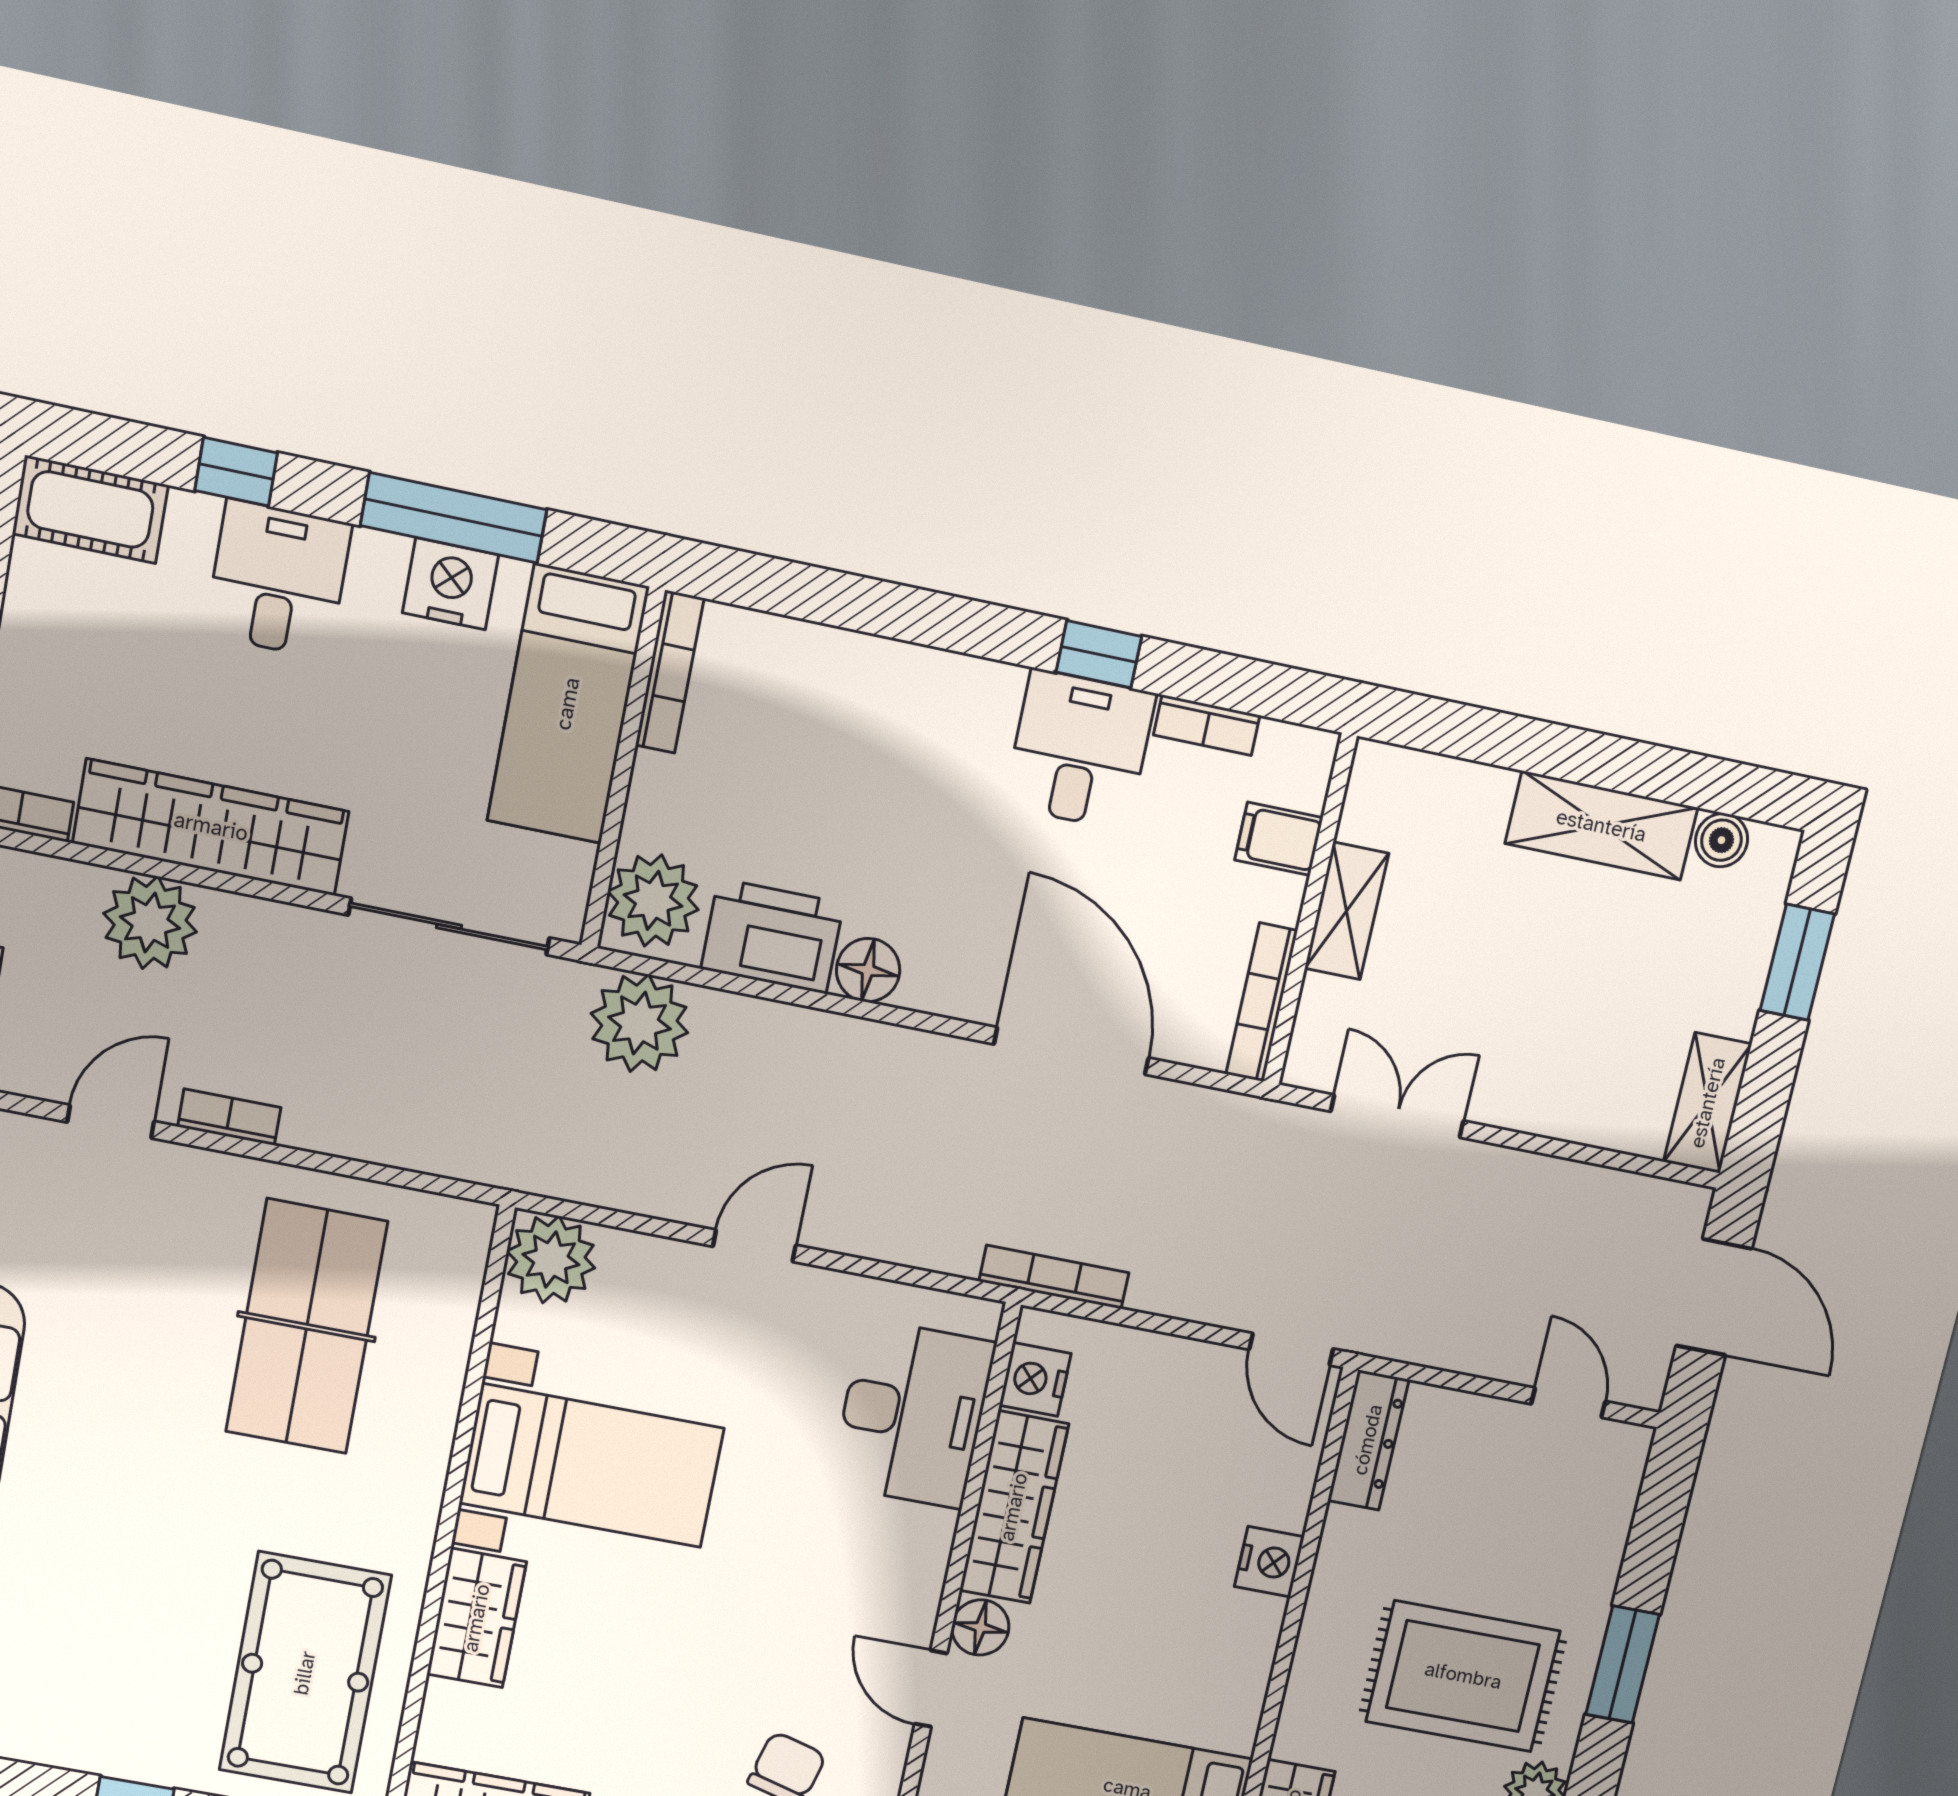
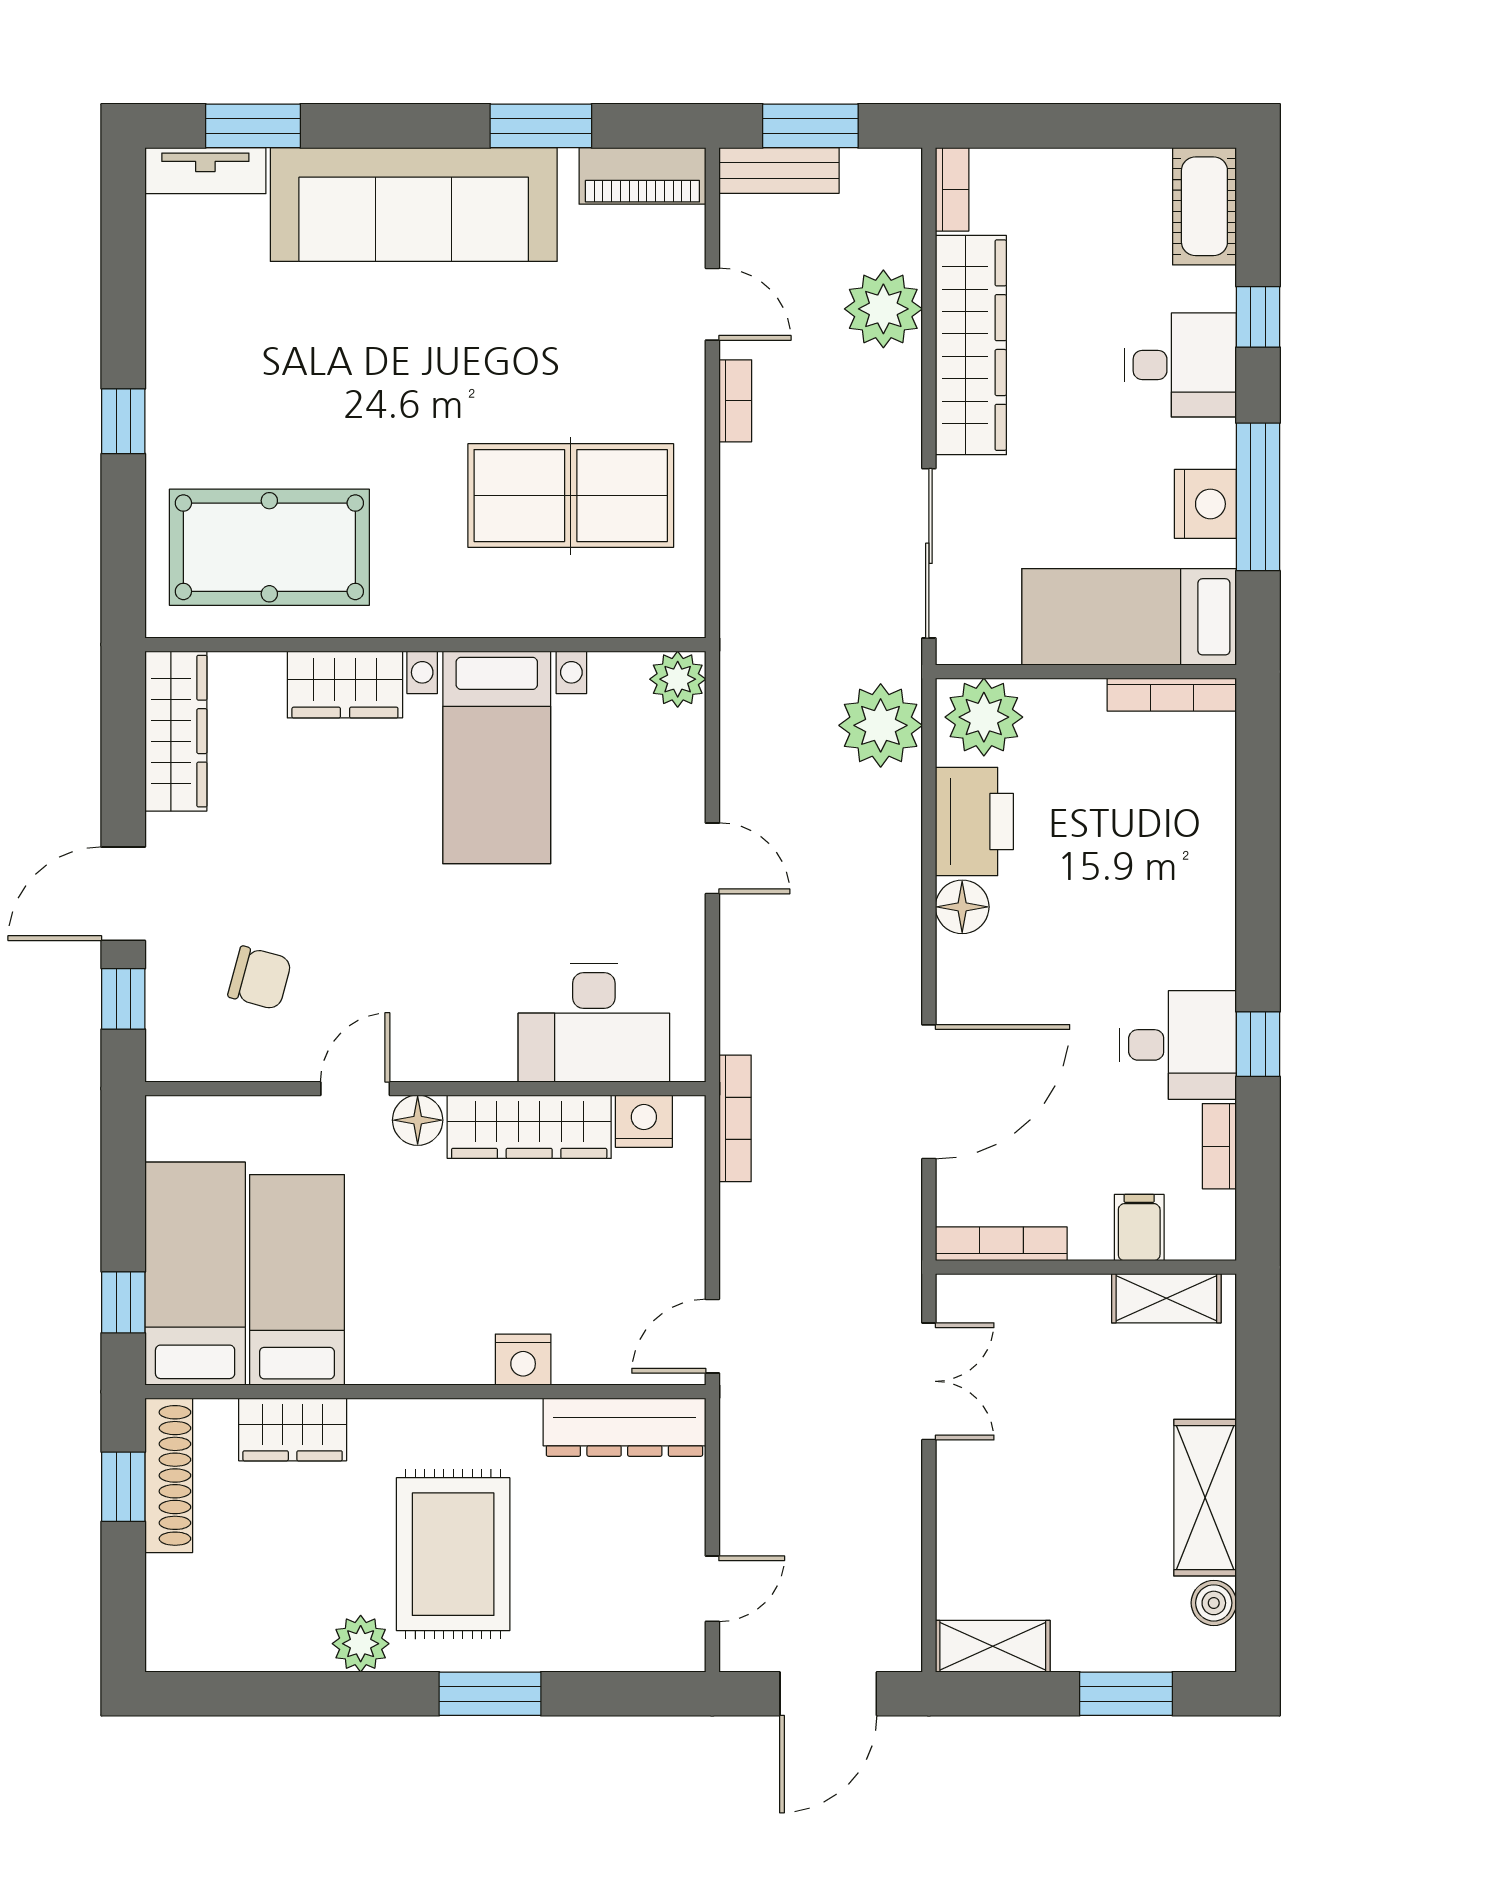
shelving: (1347, 911) -> (1166, 1298), moved
plant: (551, 1259) -> (678, 679), width x0.73, depth x0.73
dresser: (1368, 1440) -> (624, 1427), width x1.37, depth x1.24

